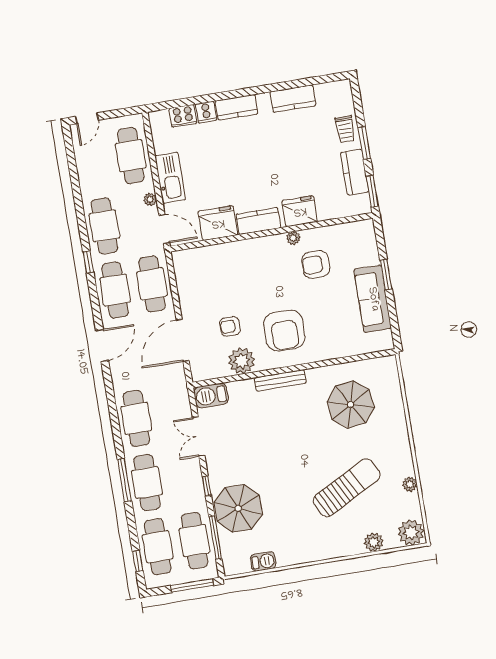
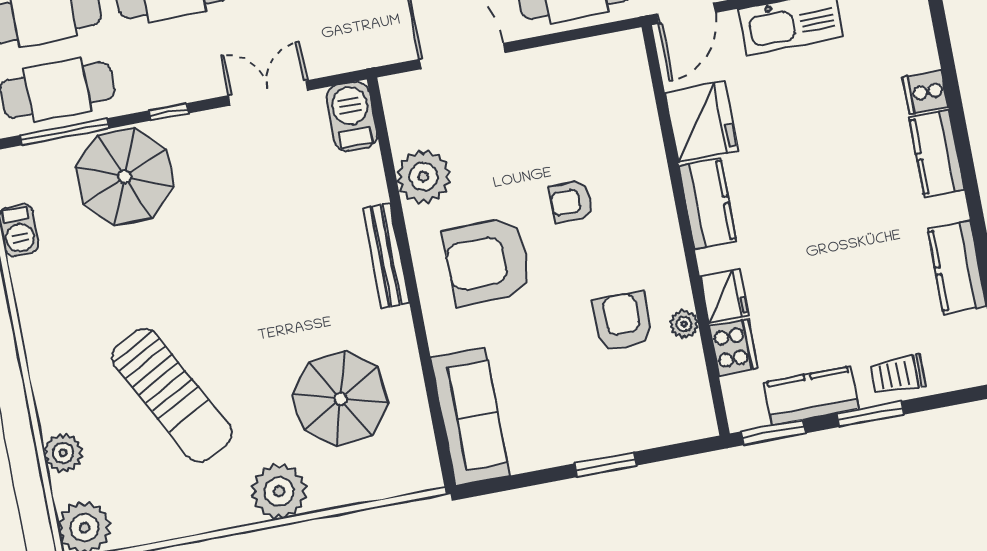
cooker: (183, 116) -> (733, 347), moved, turned 180
fridge: (300, 211) -> (724, 296), width x0.73, depth x0.75
plant: (293, 238) -> (684, 324), moved
sofa: (373, 299) -> (470, 417), moved, turned 90
armchair: (230, 326) -> (571, 202), moved, turned -90
plant: (410, 484) -> (279, 491), moved, width x1.88, depth x1.88

